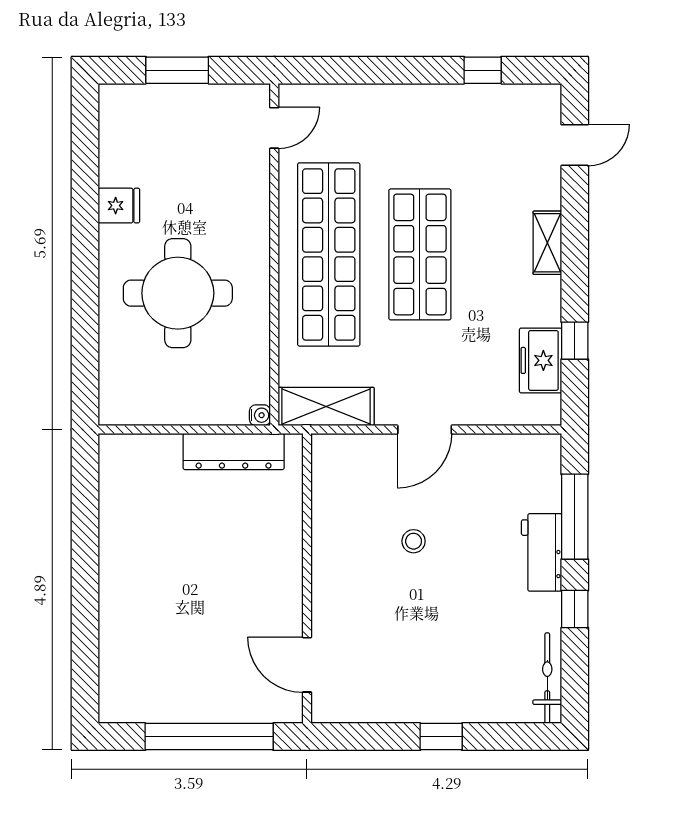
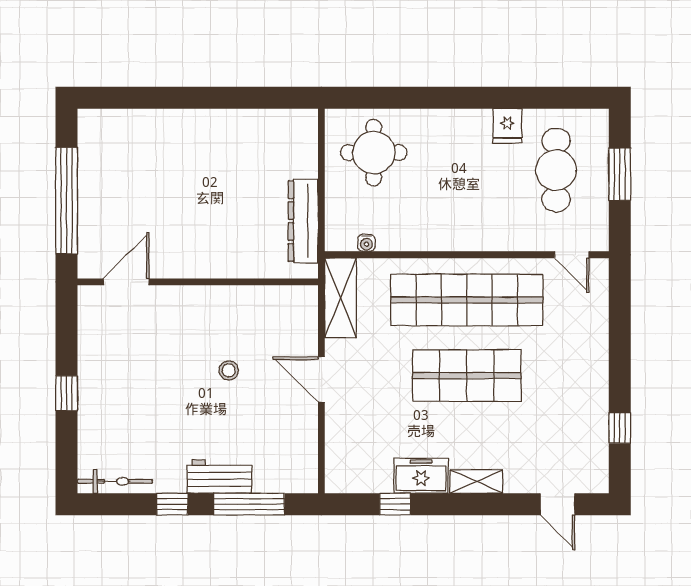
cafe table: (172, 147) -> (556, 170), added
round table: (178, 293) -> (374, 153), moved, width x0.73, depth x0.73
freezer: (541, 360) -> (421, 476), moved
water cooler: (260, 415) -> (366, 243), moved

